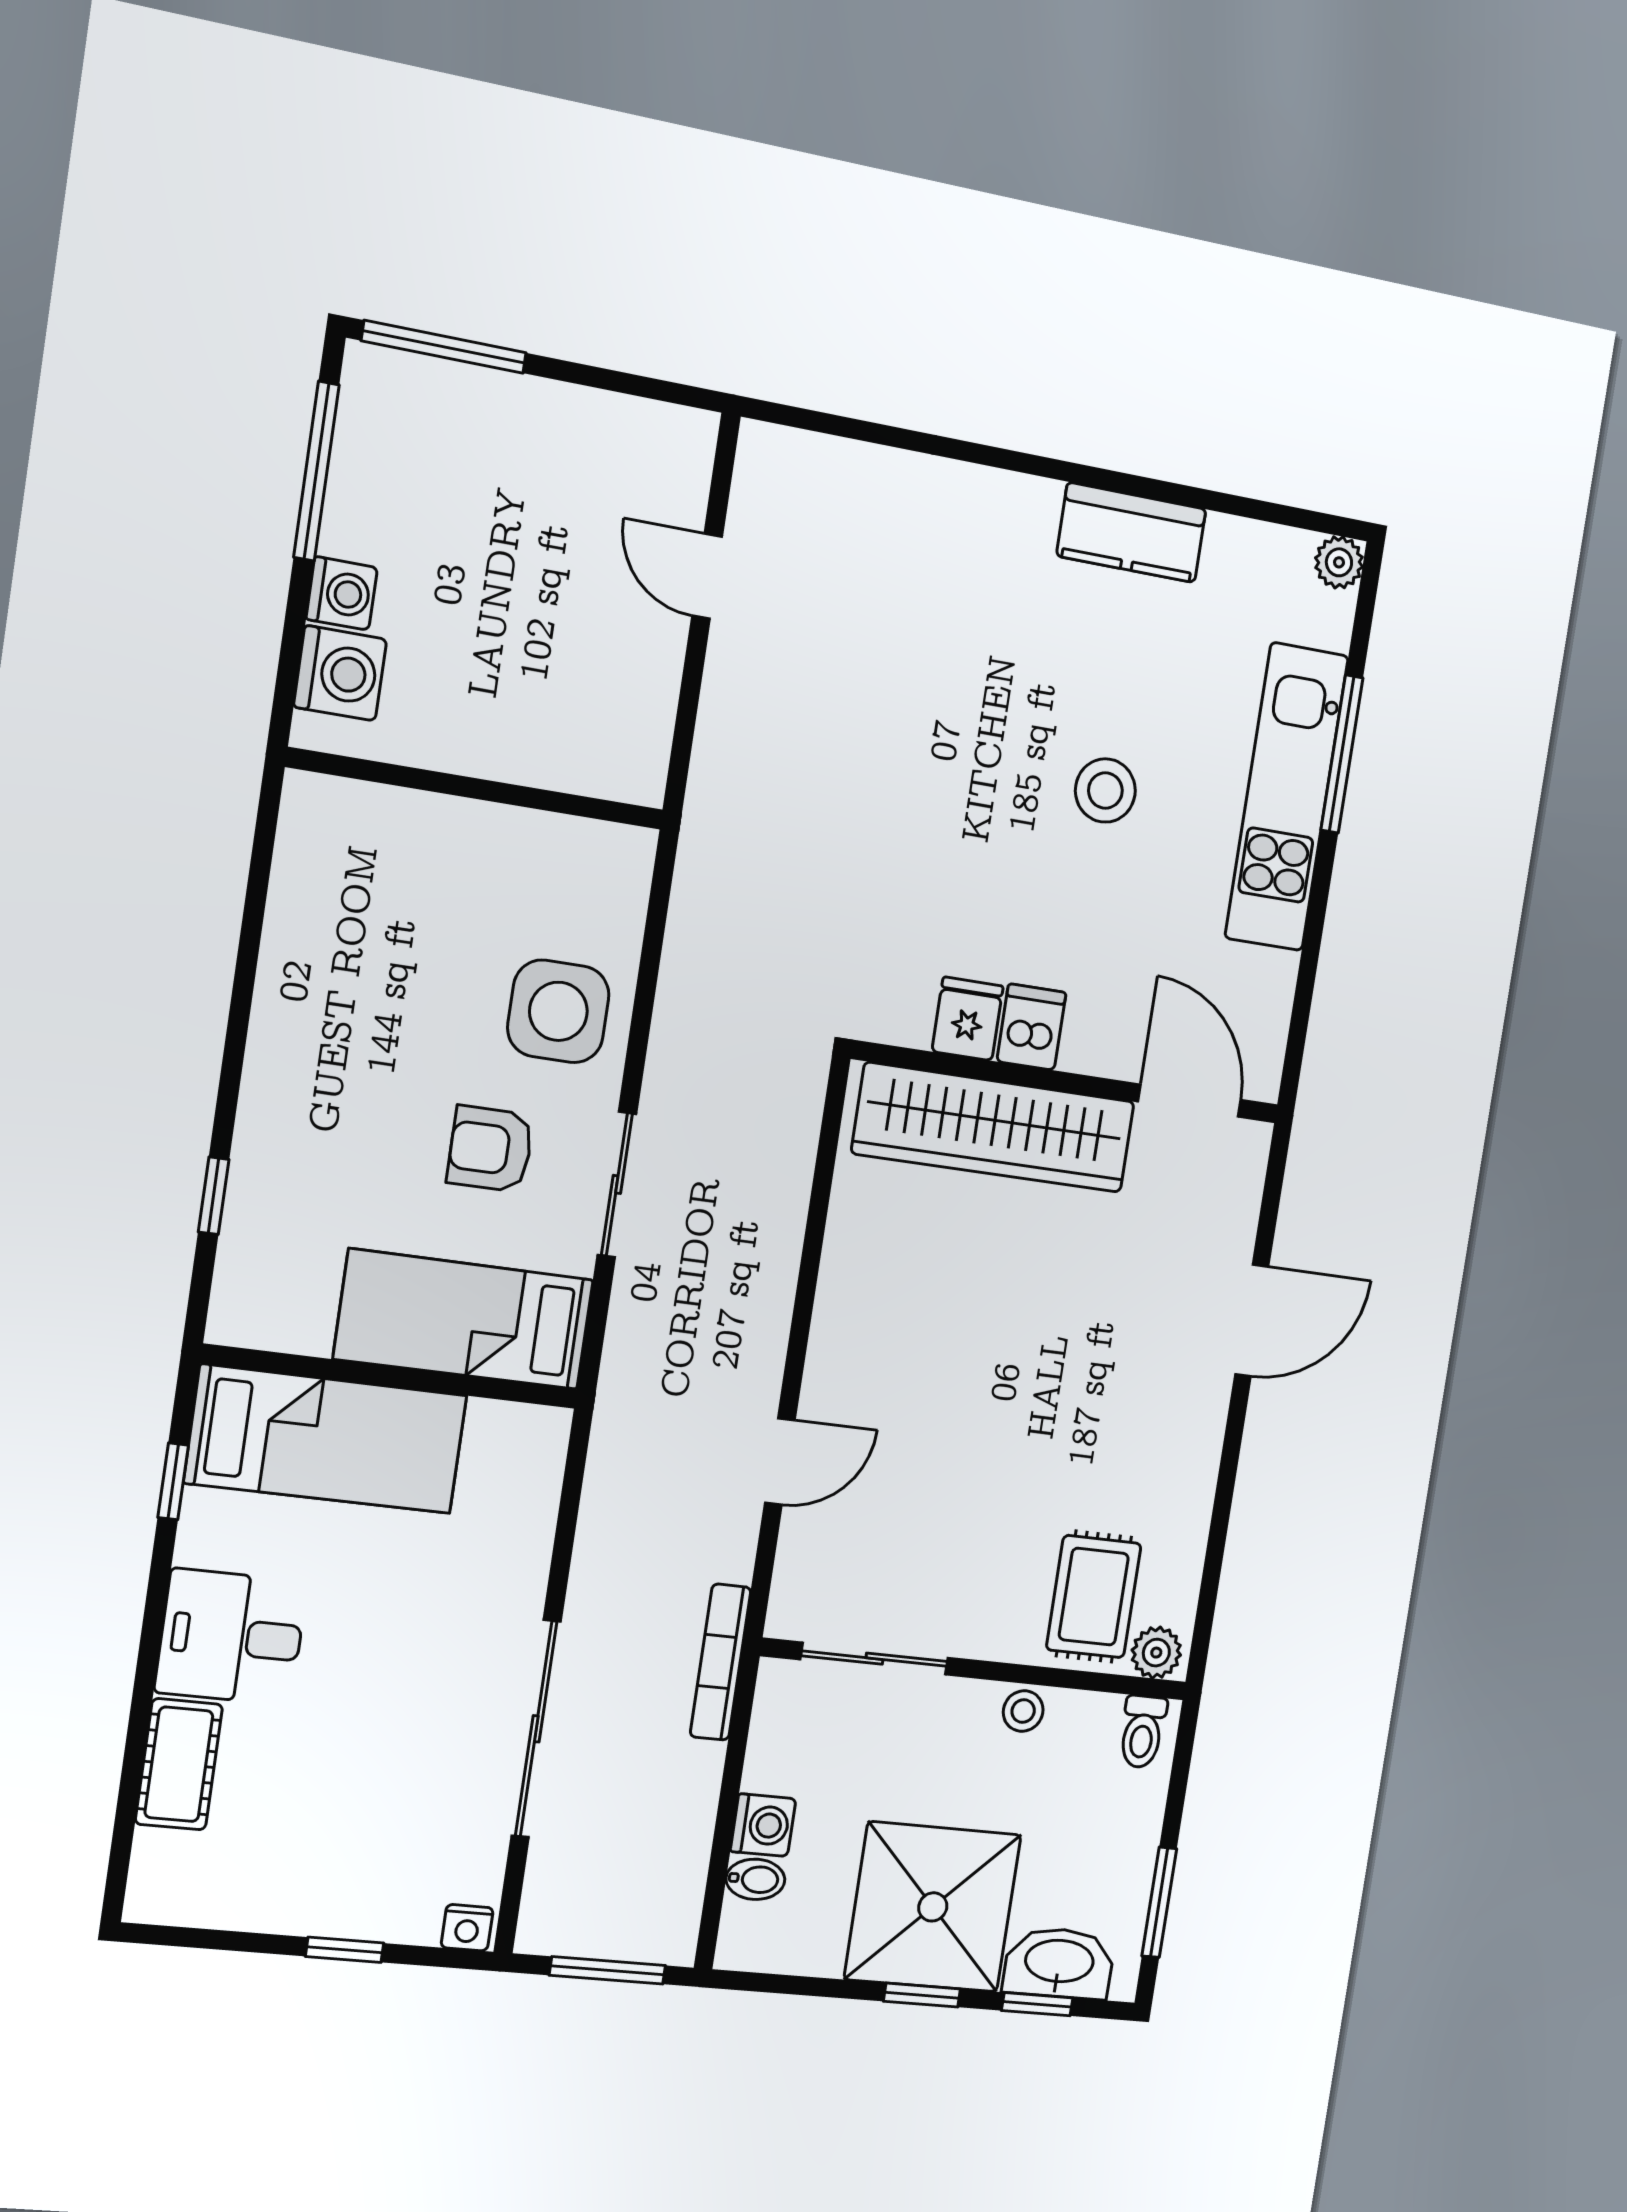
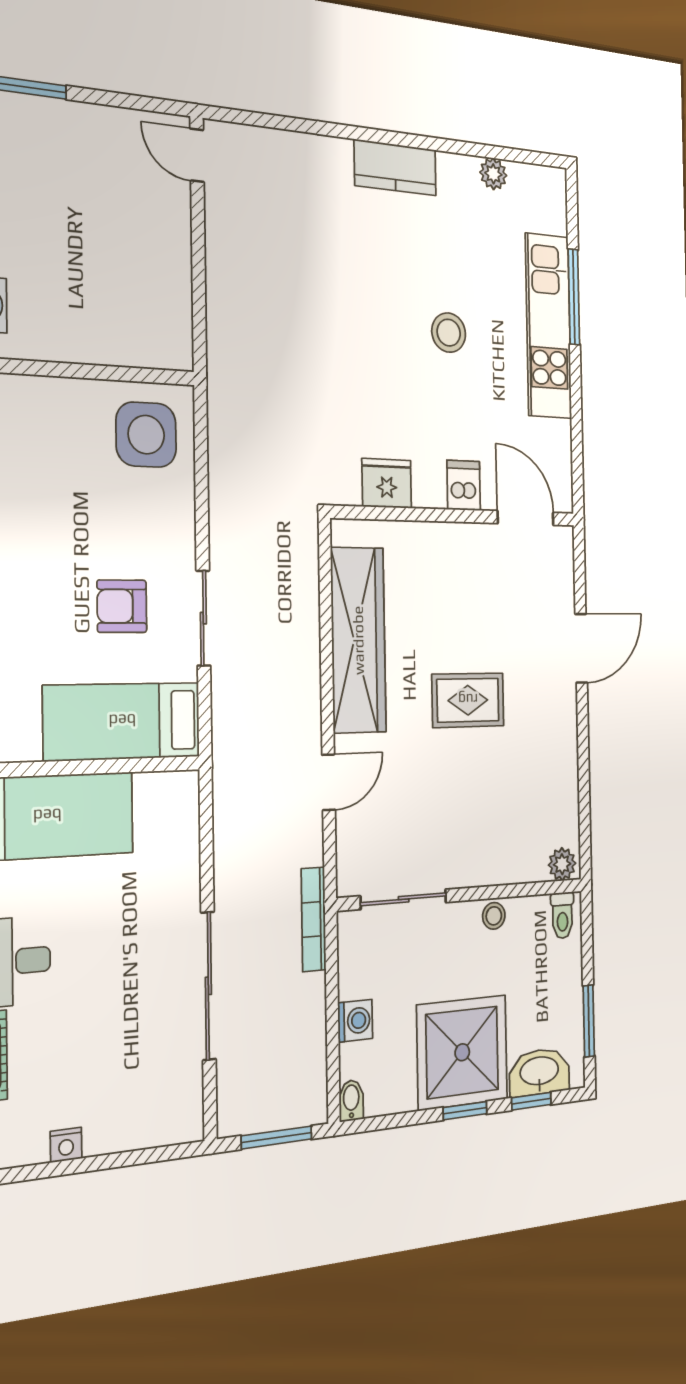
kitchen counter: (1131, 533) -> (395, 168), moved
plant: (1339, 562) -> (493, 174), moved
door: (707, 576) -> (197, 155), moved
side table: (558, 1011) -> (146, 435), moved
fridge: (968, 1019) -> (387, 483), width x1.38
dishwasher: (1031, 1027) -> (464, 485), moved
wardrobe: (994, 1128) -> (358, 640), moved, turned -90
rug: (1094, 1597) -> (468, 700), moved, turned 90
bidet: (755, 1879) -> (351, 1100), moved, turned -90
nightstand: (467, 1928) -> (66, 1145), moved
window: (345, 1950) -> (110, 1161), removed

